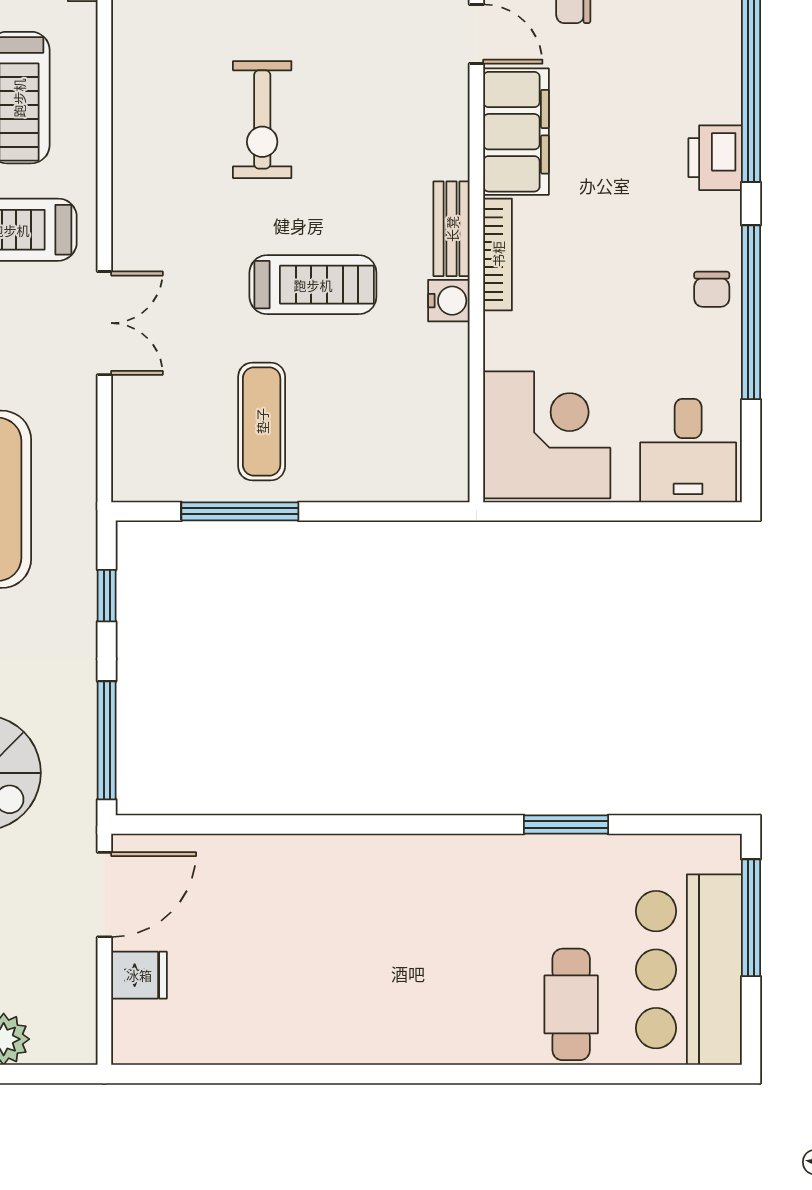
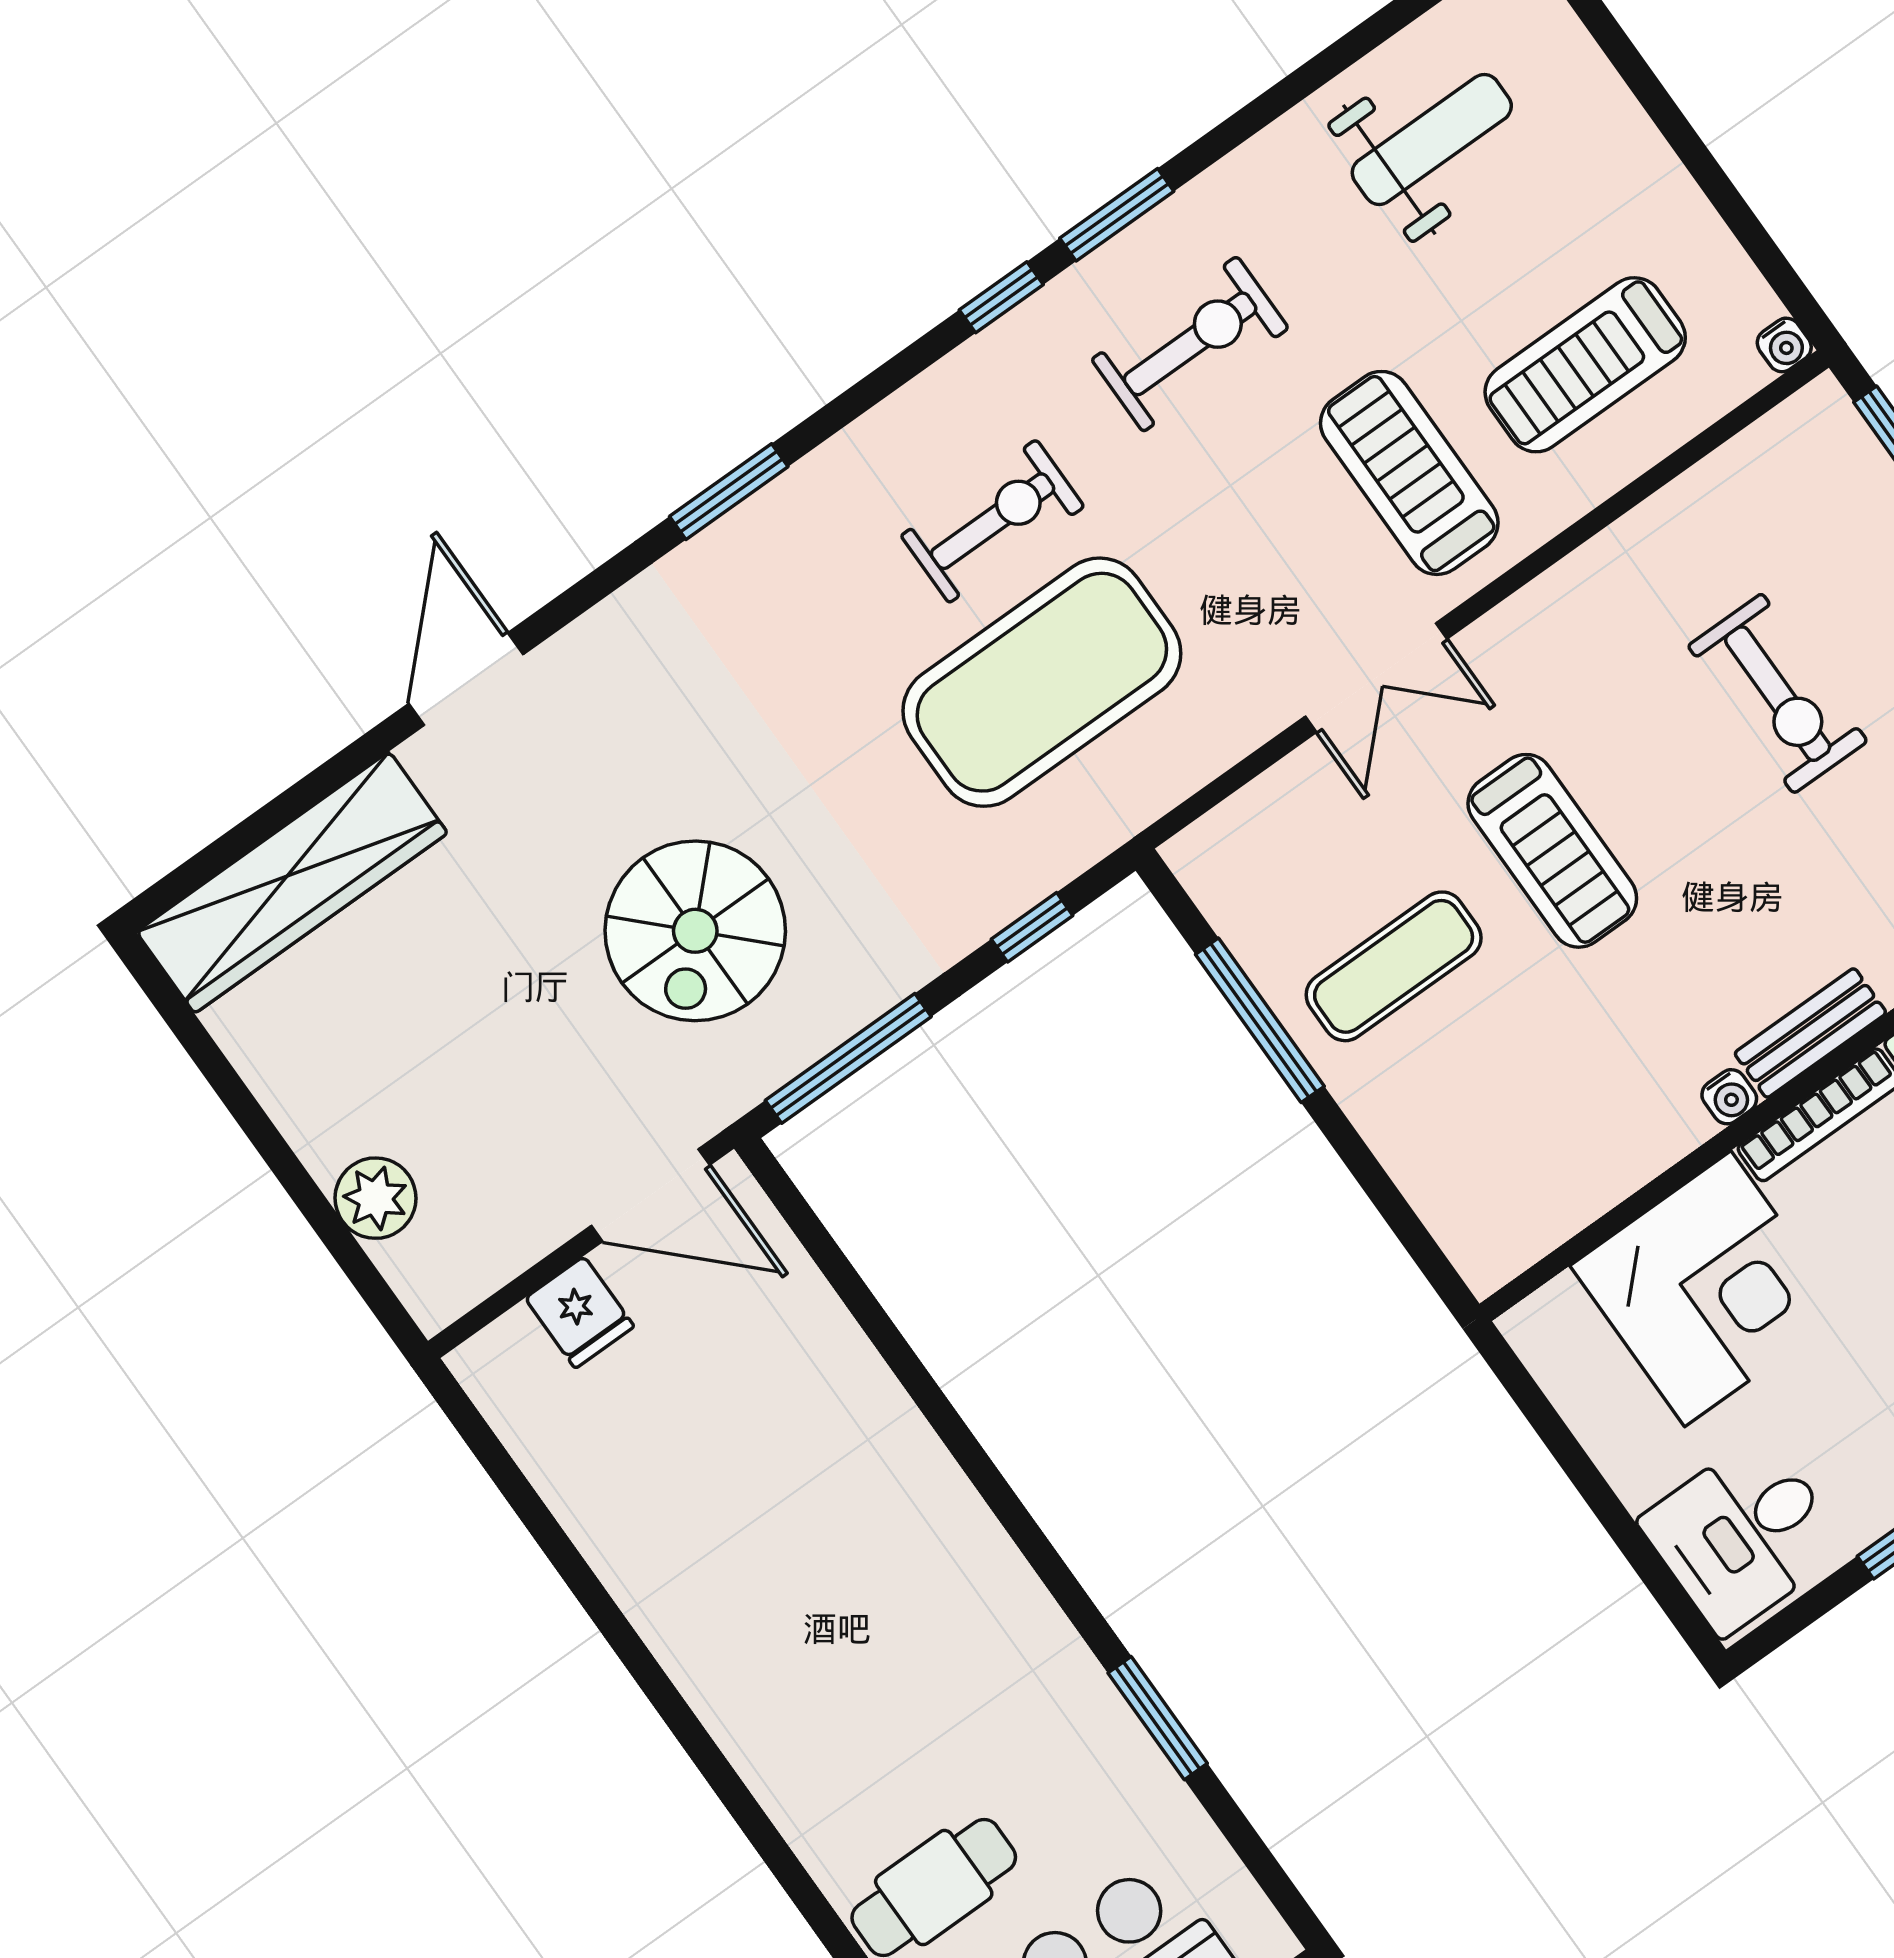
exercise bike: (262, 120) -> (1778, 694), turned -90
treadmill: (313, 285) -> (1552, 851), moved
water cooler: (449, 301) -> (1729, 1097), width x0.72, depth x0.72
corner desk: (547, 435) -> (1708, 1289), moved

